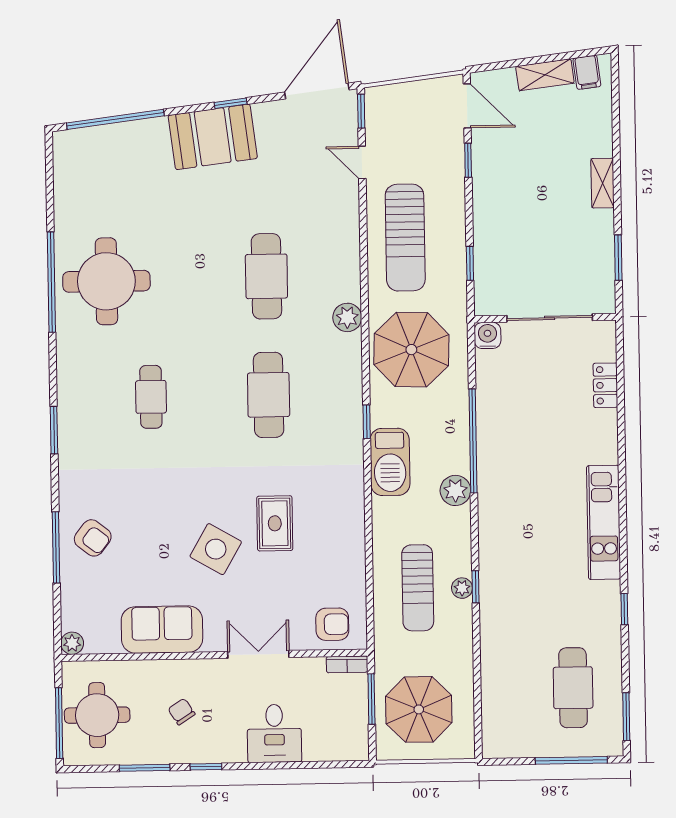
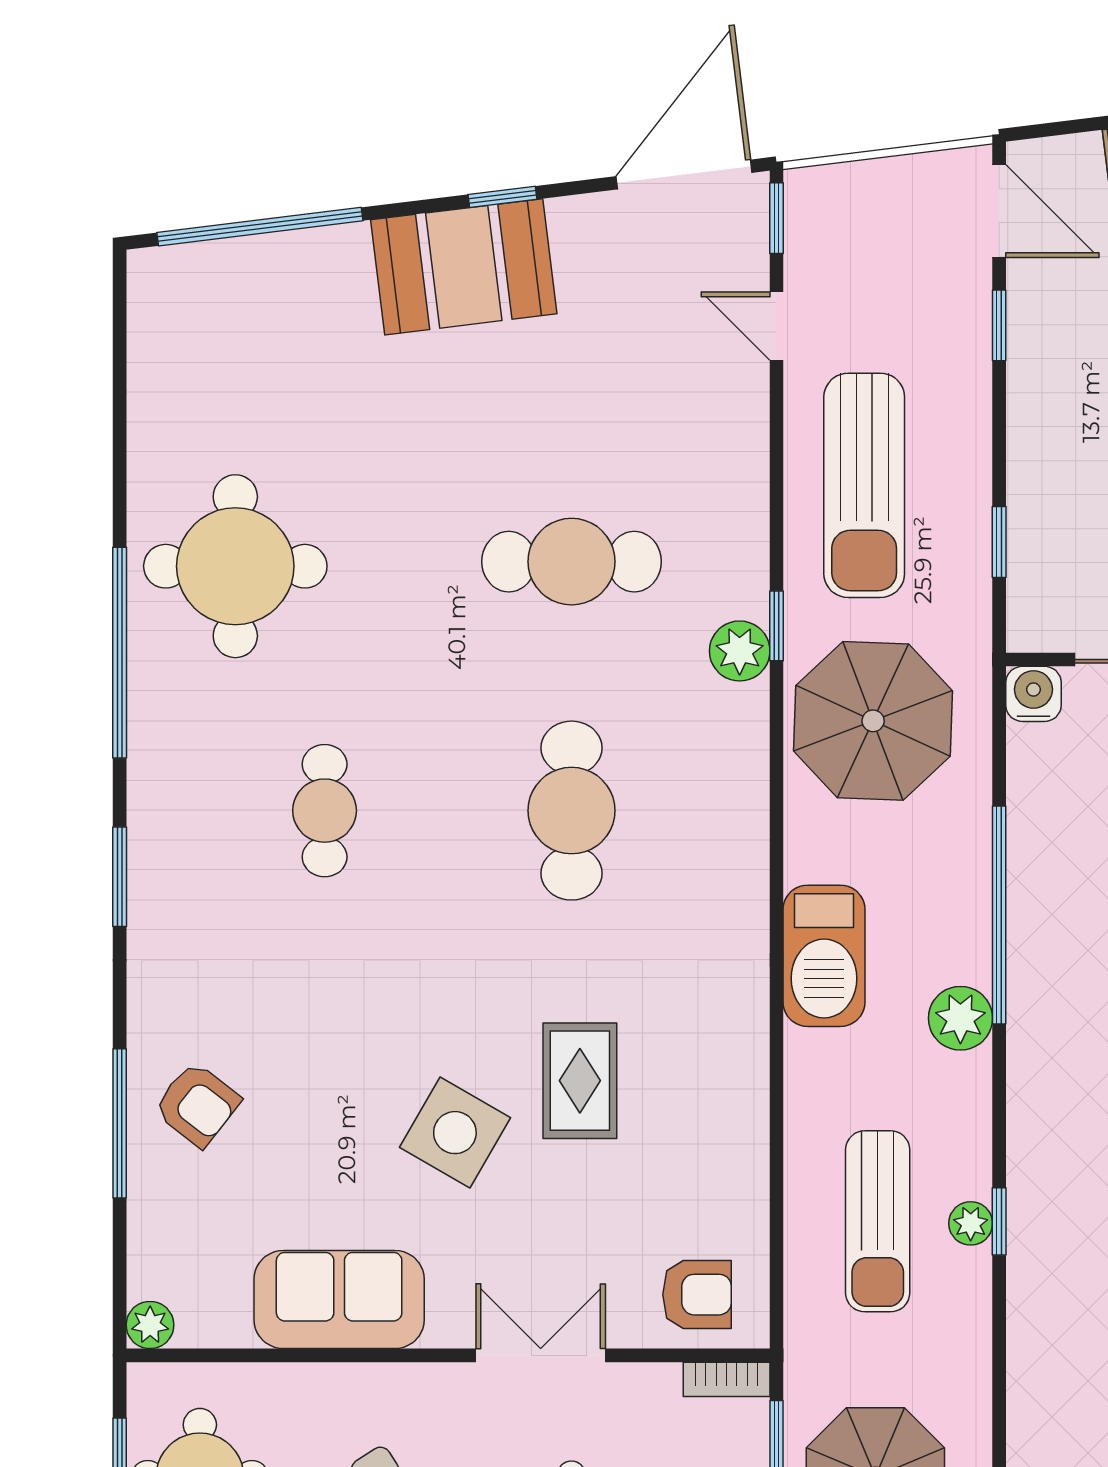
cafe table: (266, 276) -> (572, 562), turned 90
window: (51, 282) -> (120, 653), moved
window: (367, 422) -> (776, 626), moved

